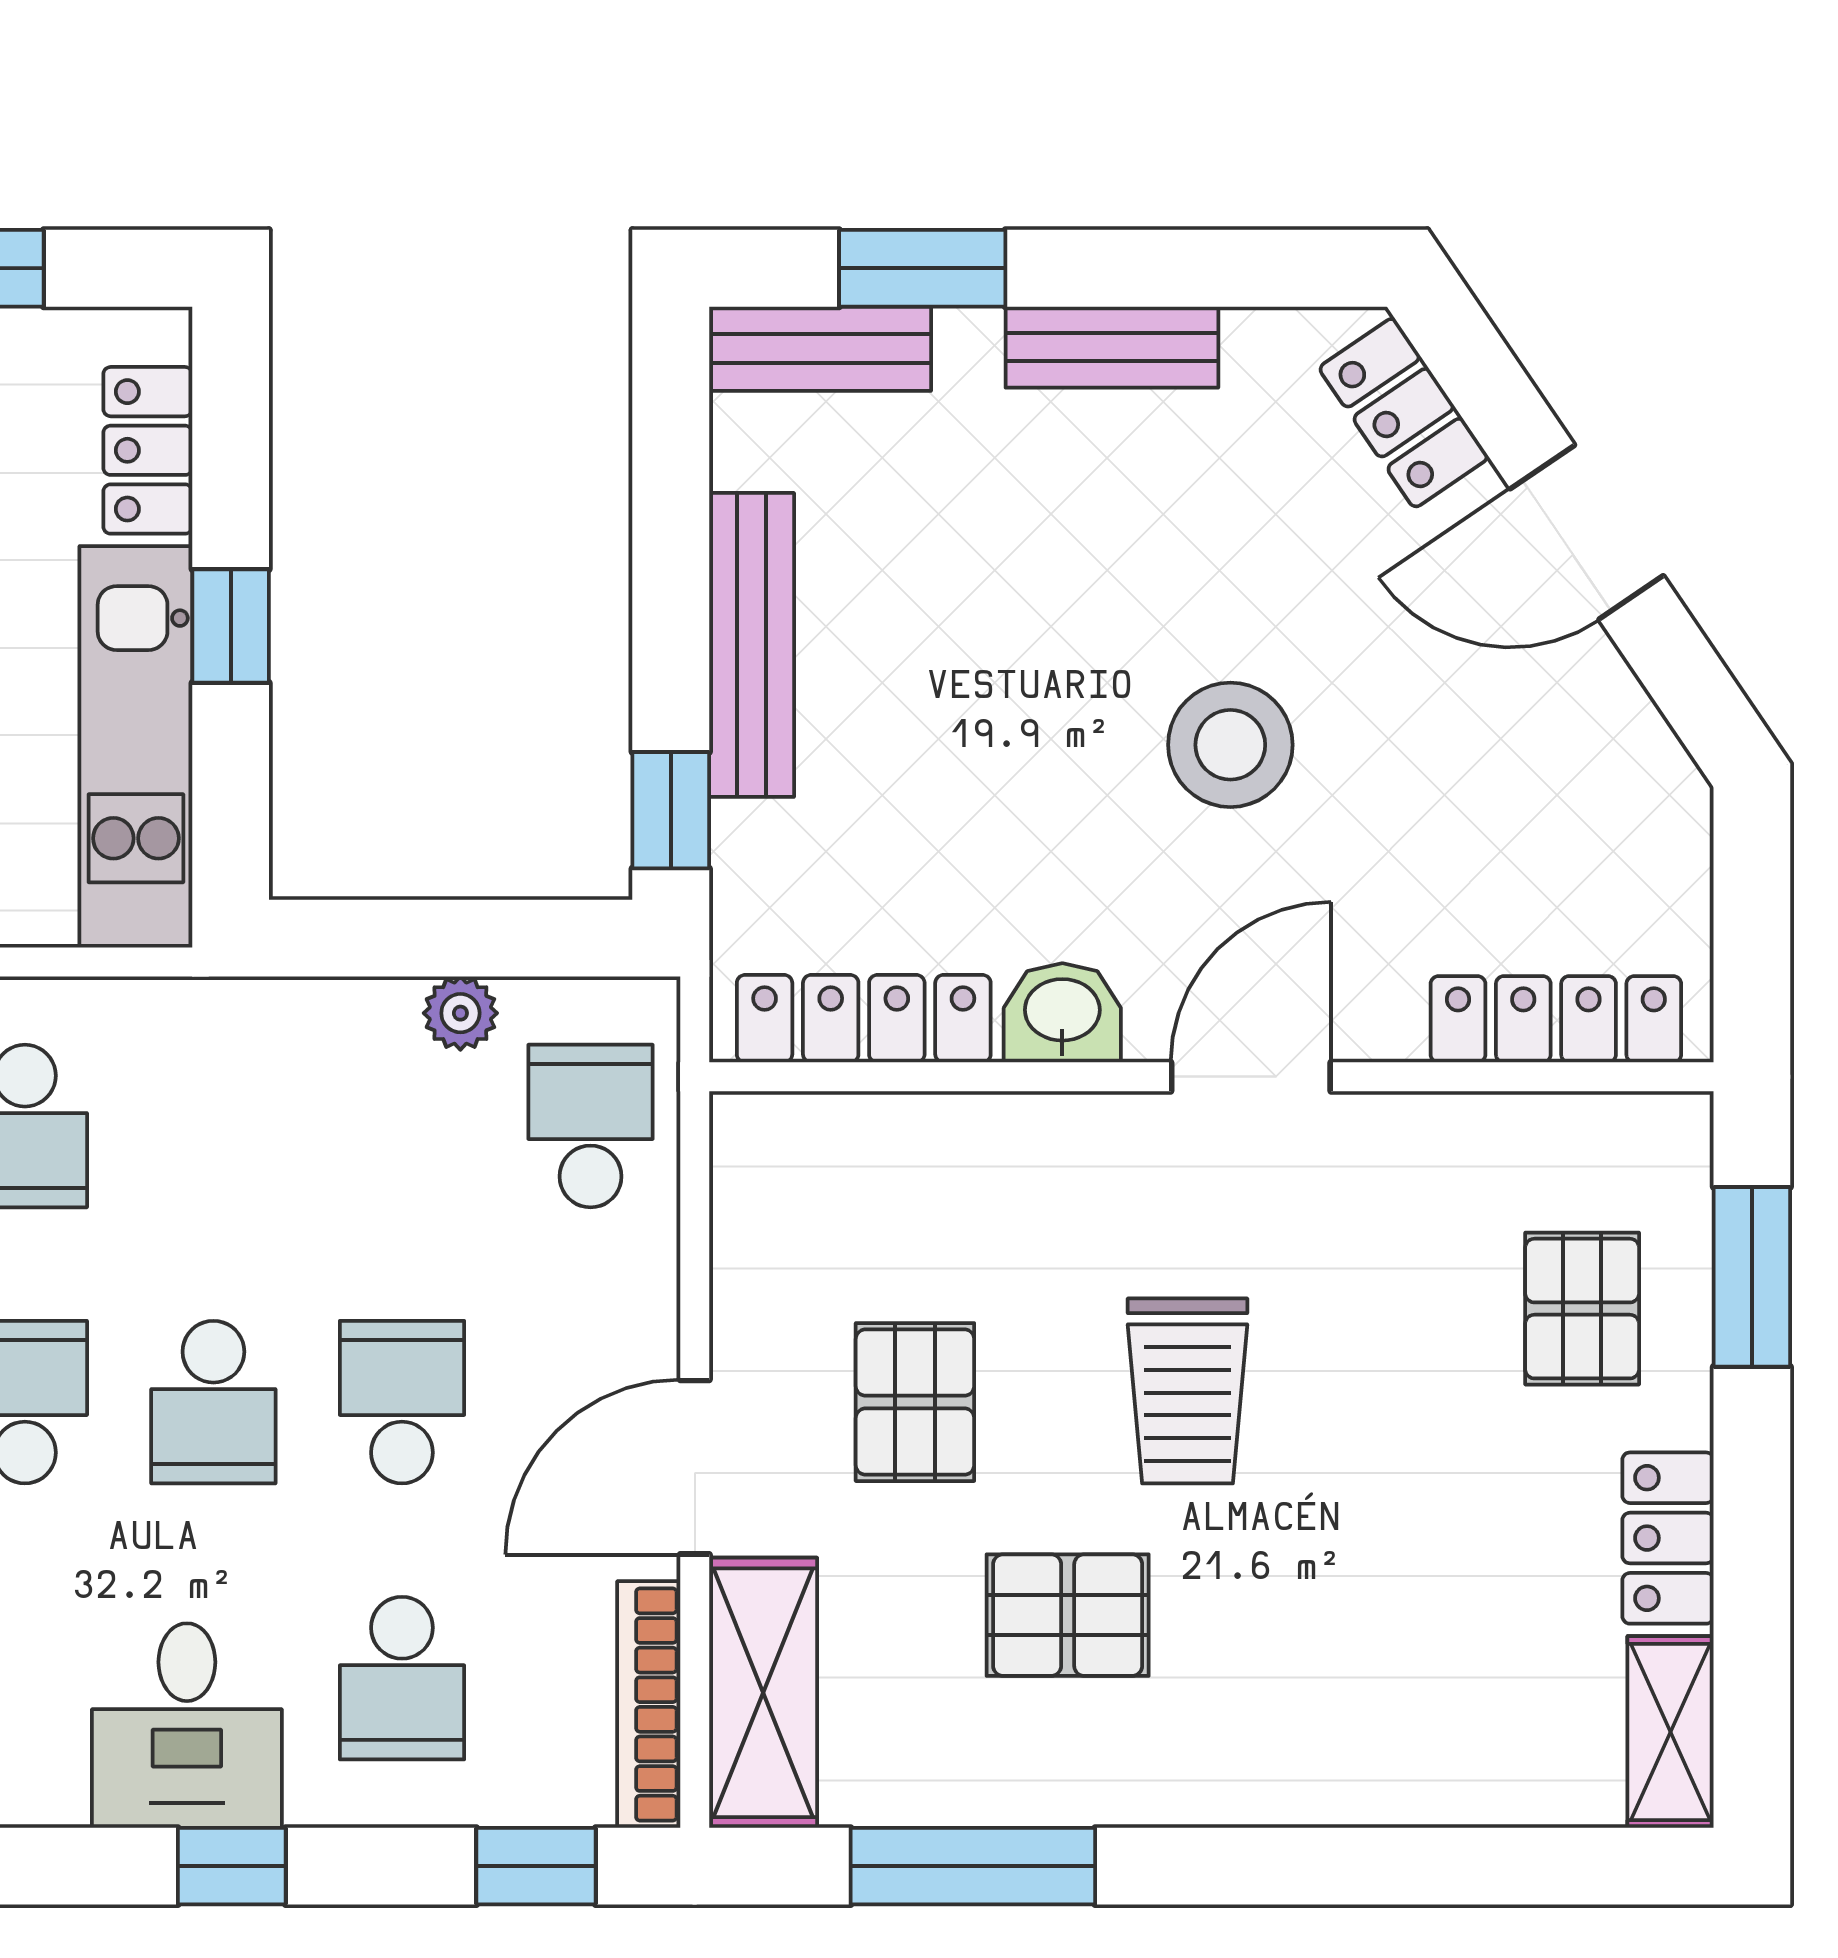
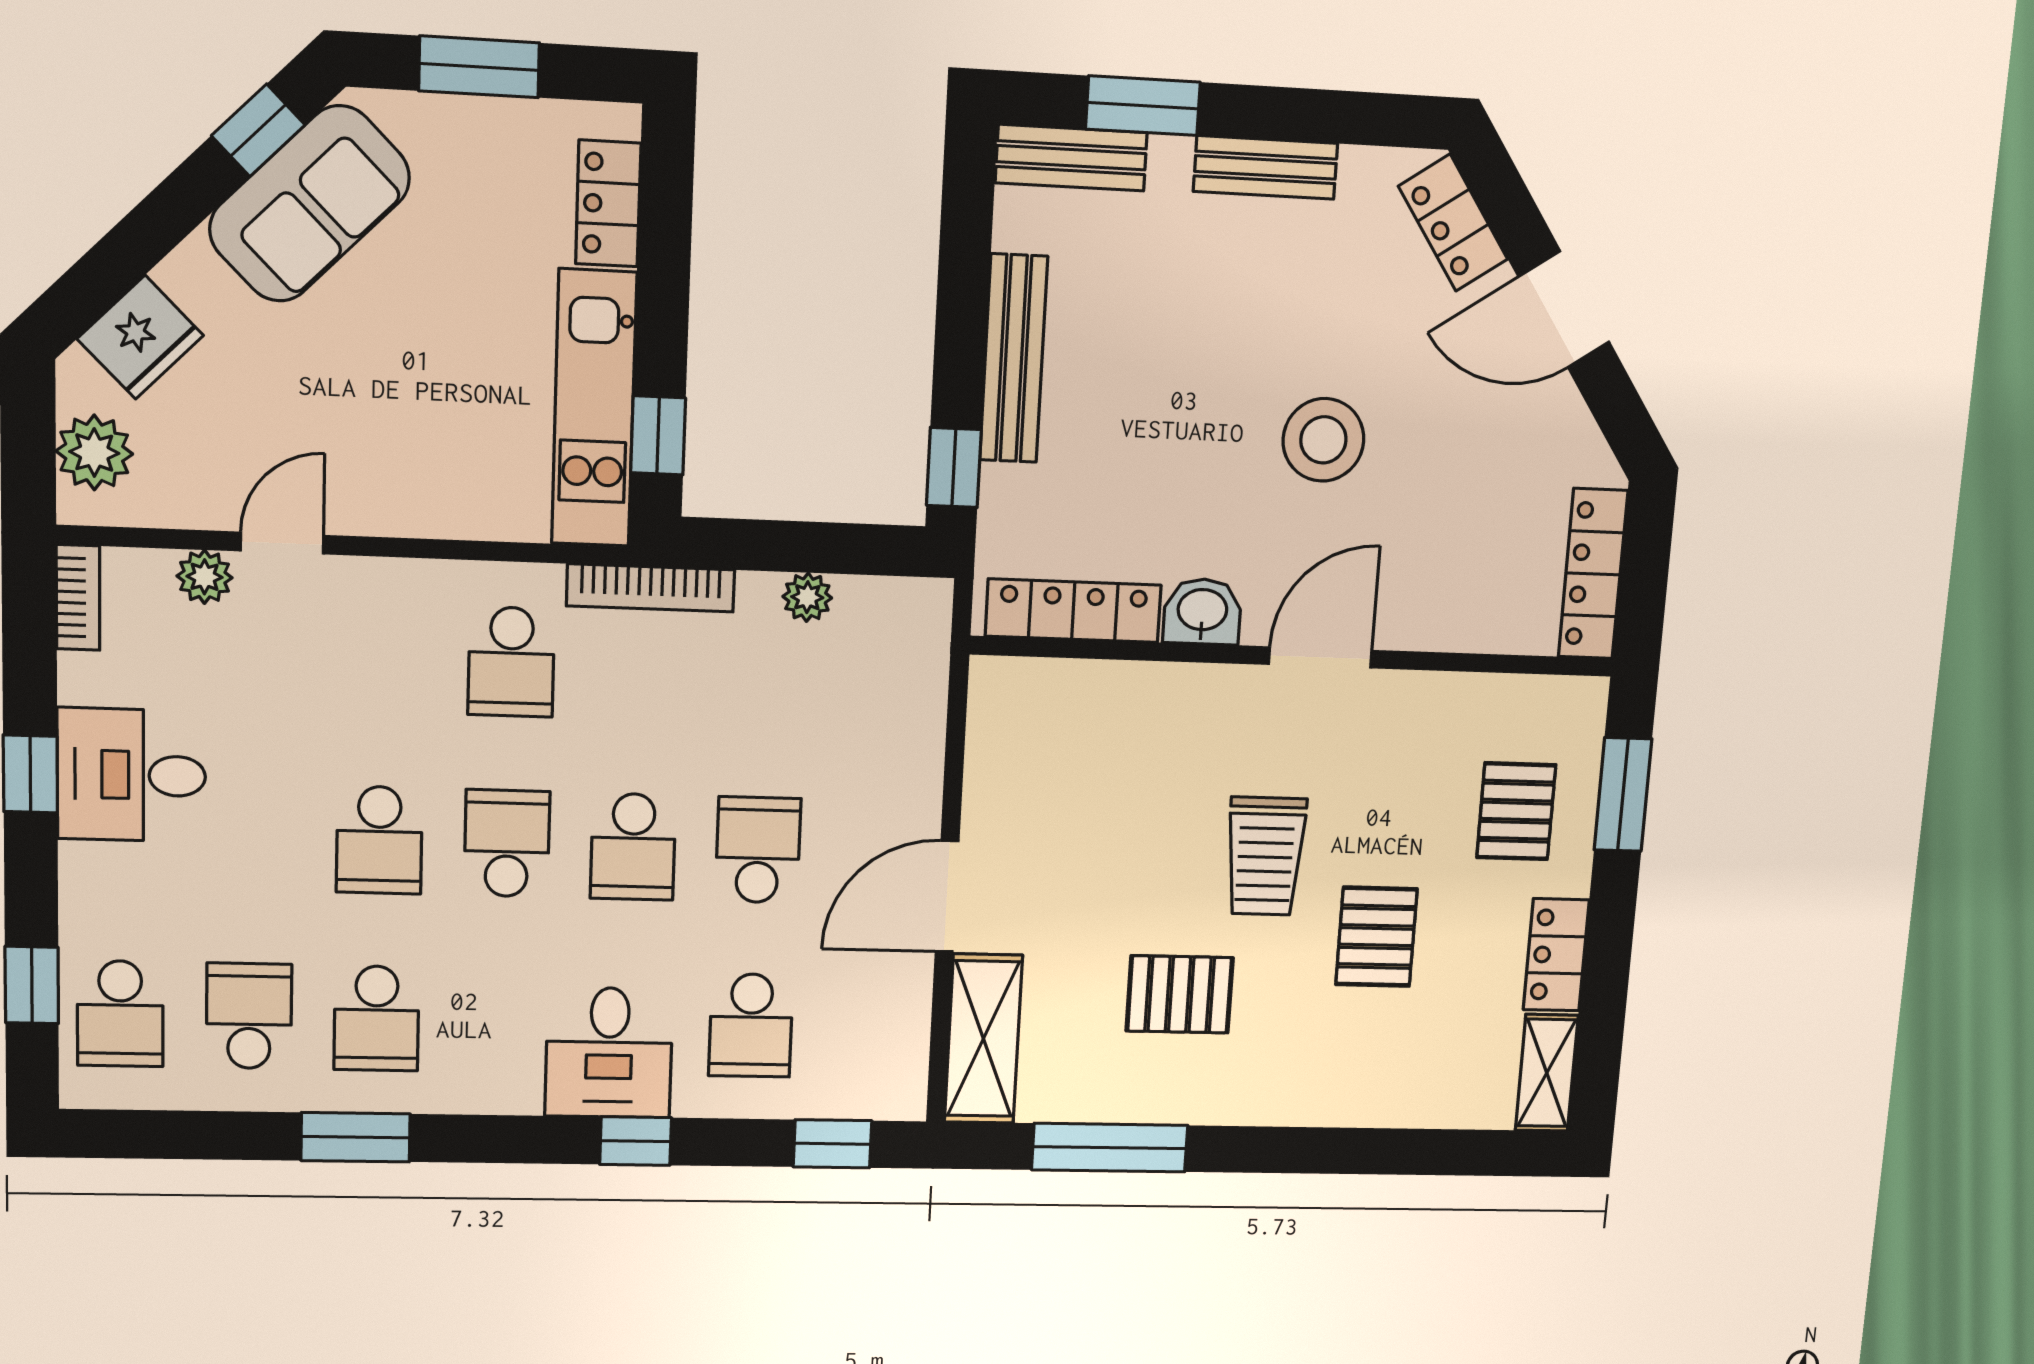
window: (231, 626) -> (658, 435), moved
locker: (1556, 1019) -> (1593, 574), moved, turned -90
school desk: (591, 1126) -> (890, 675), removed
pallet: (915, 1402) -> (1376, 937), moved
bookcase: (649, 1705) -> (651, 588), moved, turned -90

